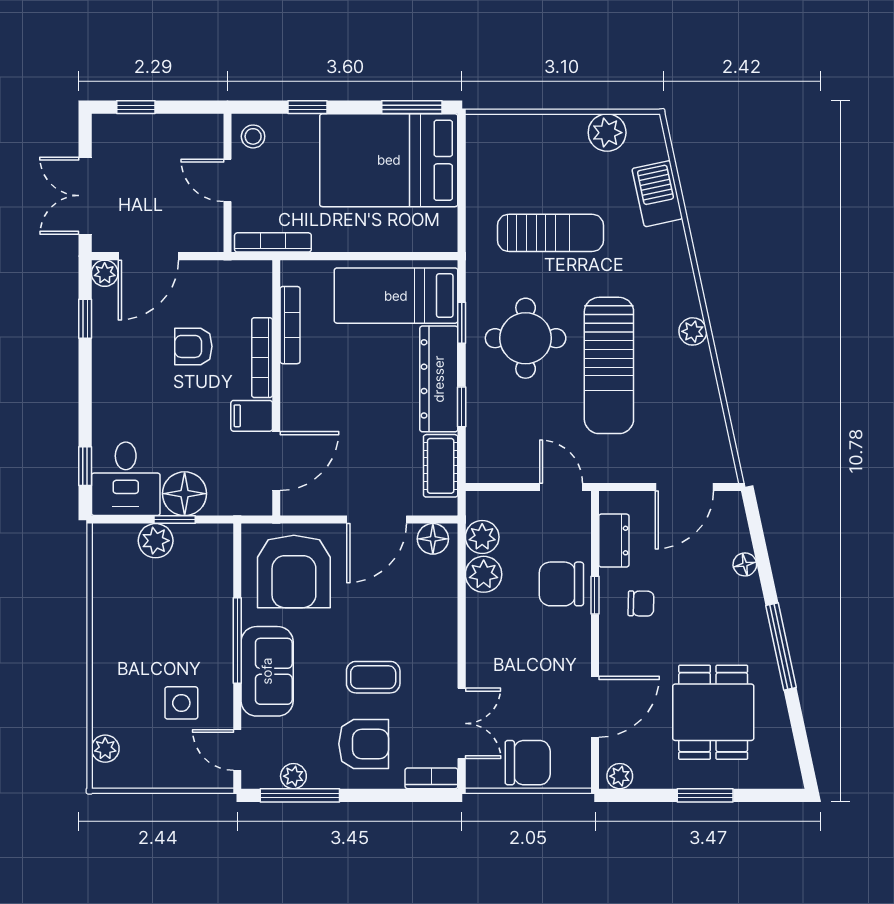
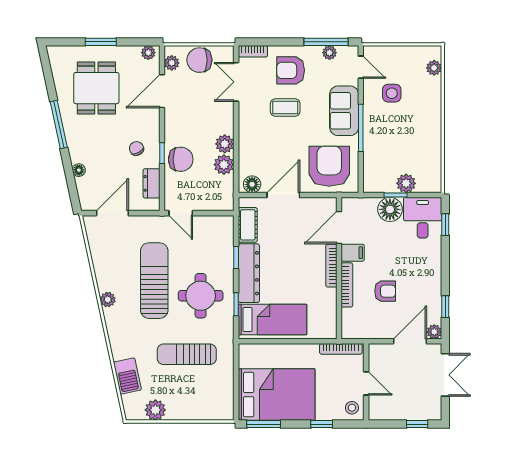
bookcase: (290, 325) -> (331, 266), moved
plant: (482, 537) -> (225, 144), moved
chair: (641, 604) -> (136, 148), turned 62
plant: (578, 758) -> (172, 63), added

